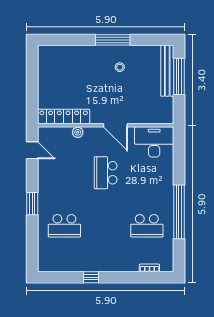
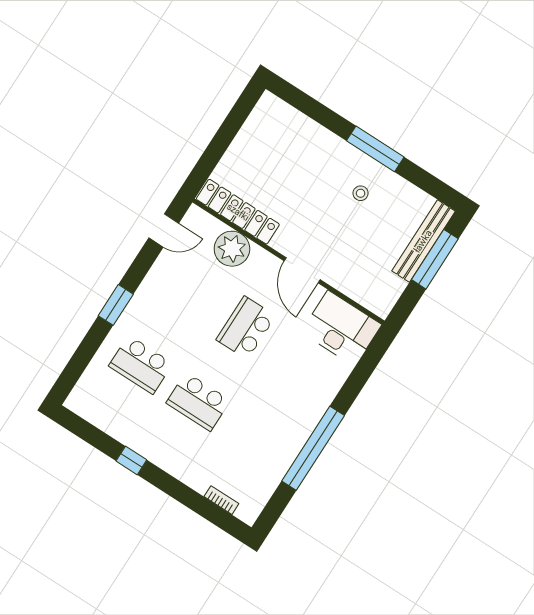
plant: (78, 132) -> (232, 249), width x1.87, depth x1.87
door: (32, 150) -> (164, 230), hinge flipped
school desk: (147, 226) -> (198, 402), moved

